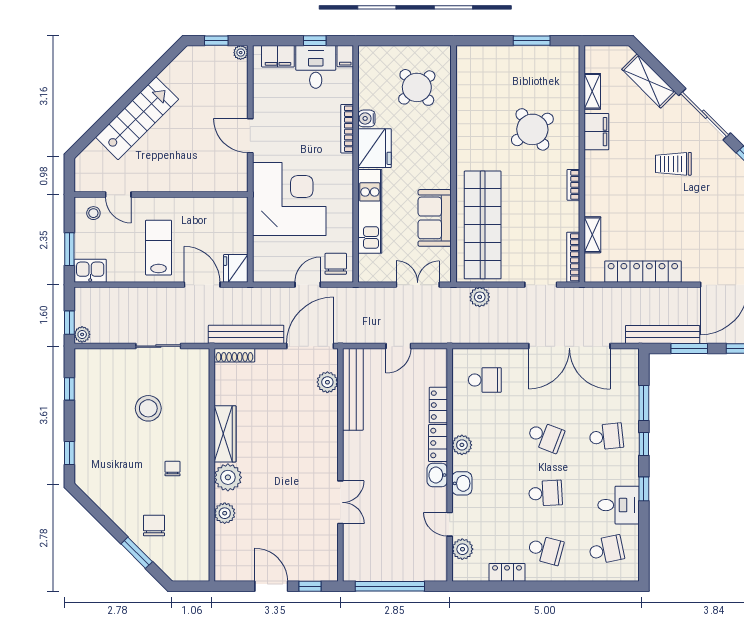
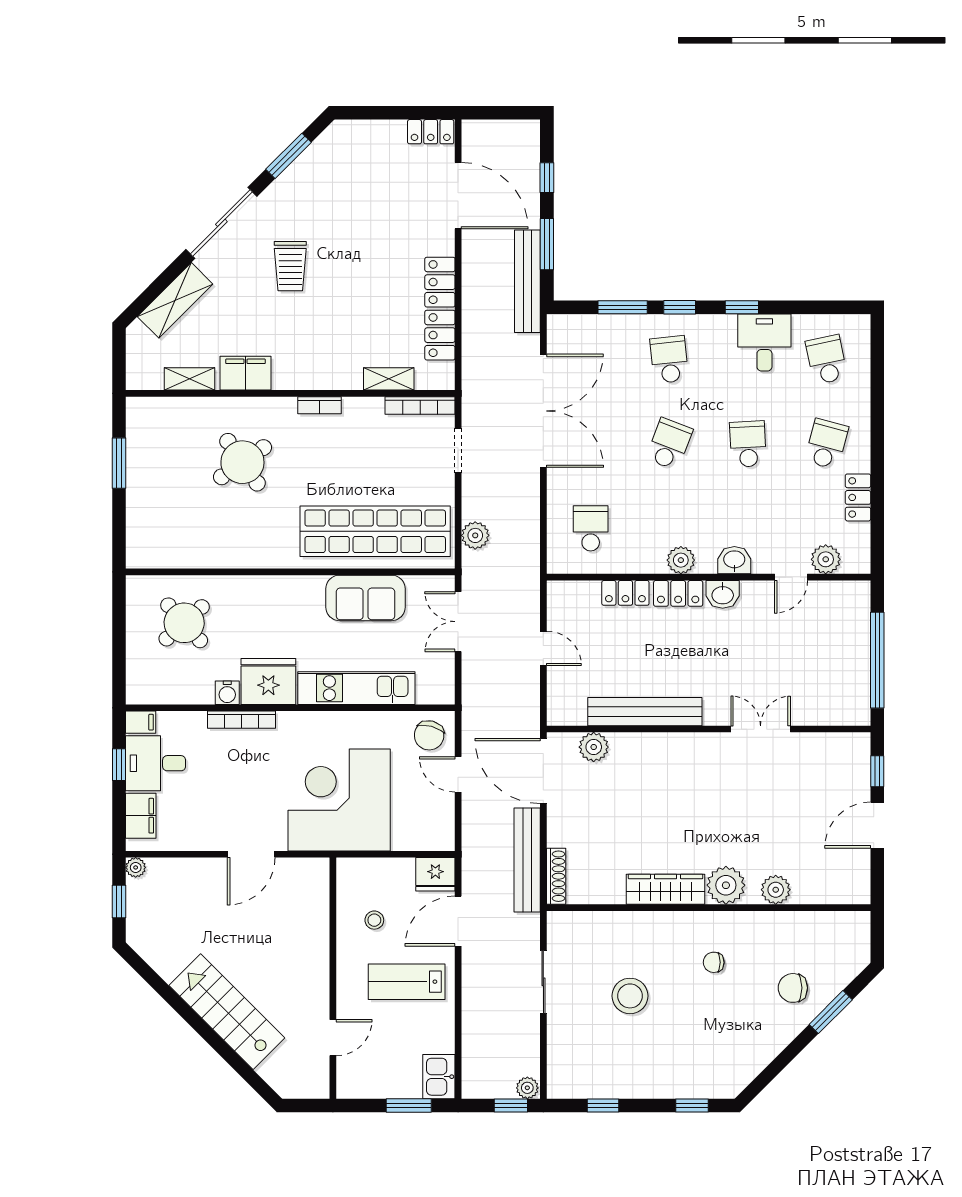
stool: (93, 213) -> (374, 920), moved
chair: (336, 264) -> (429, 735), turned -75
bench: (353, 389) -> (645, 712), moved

